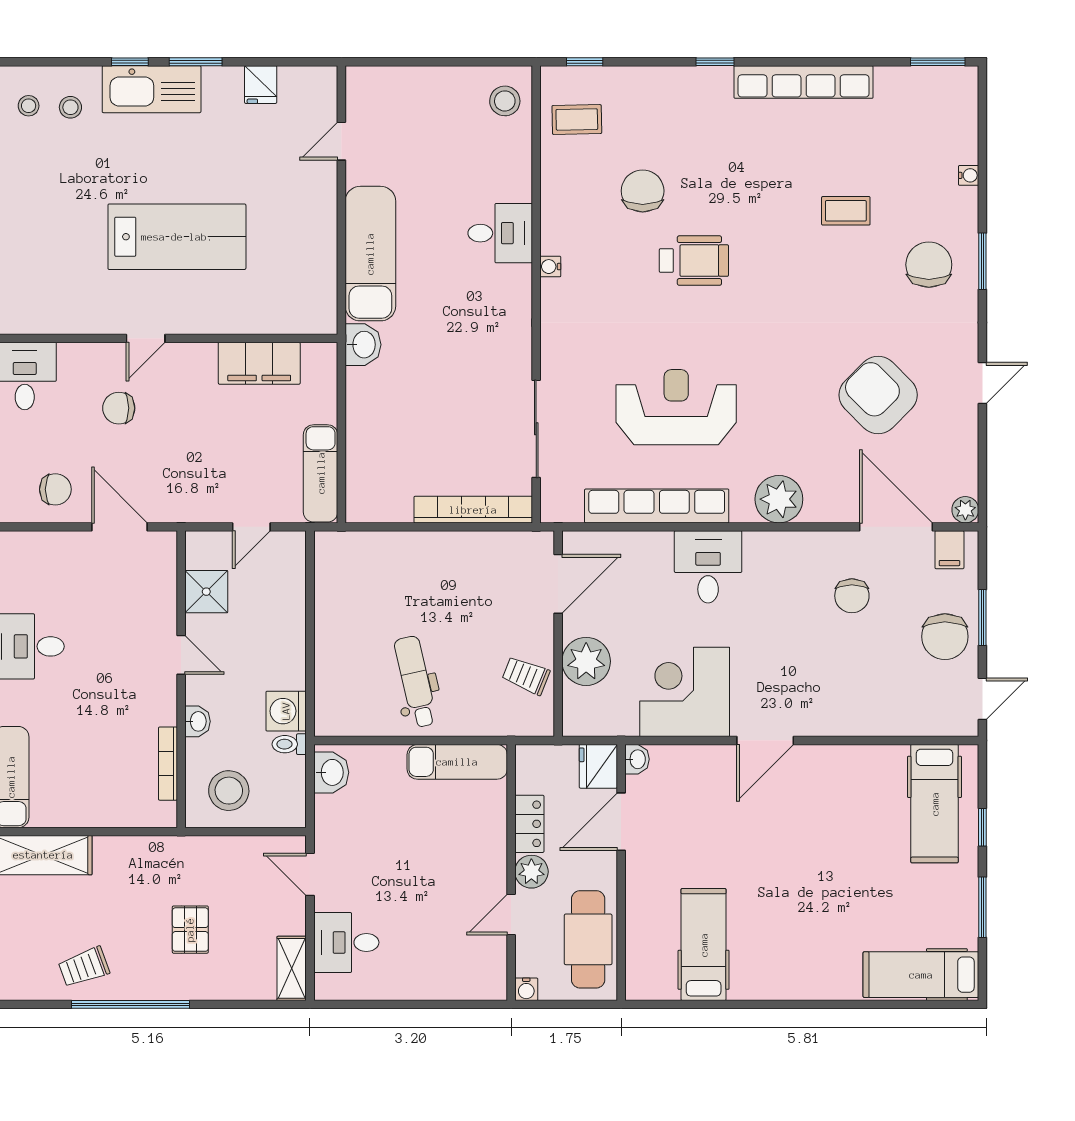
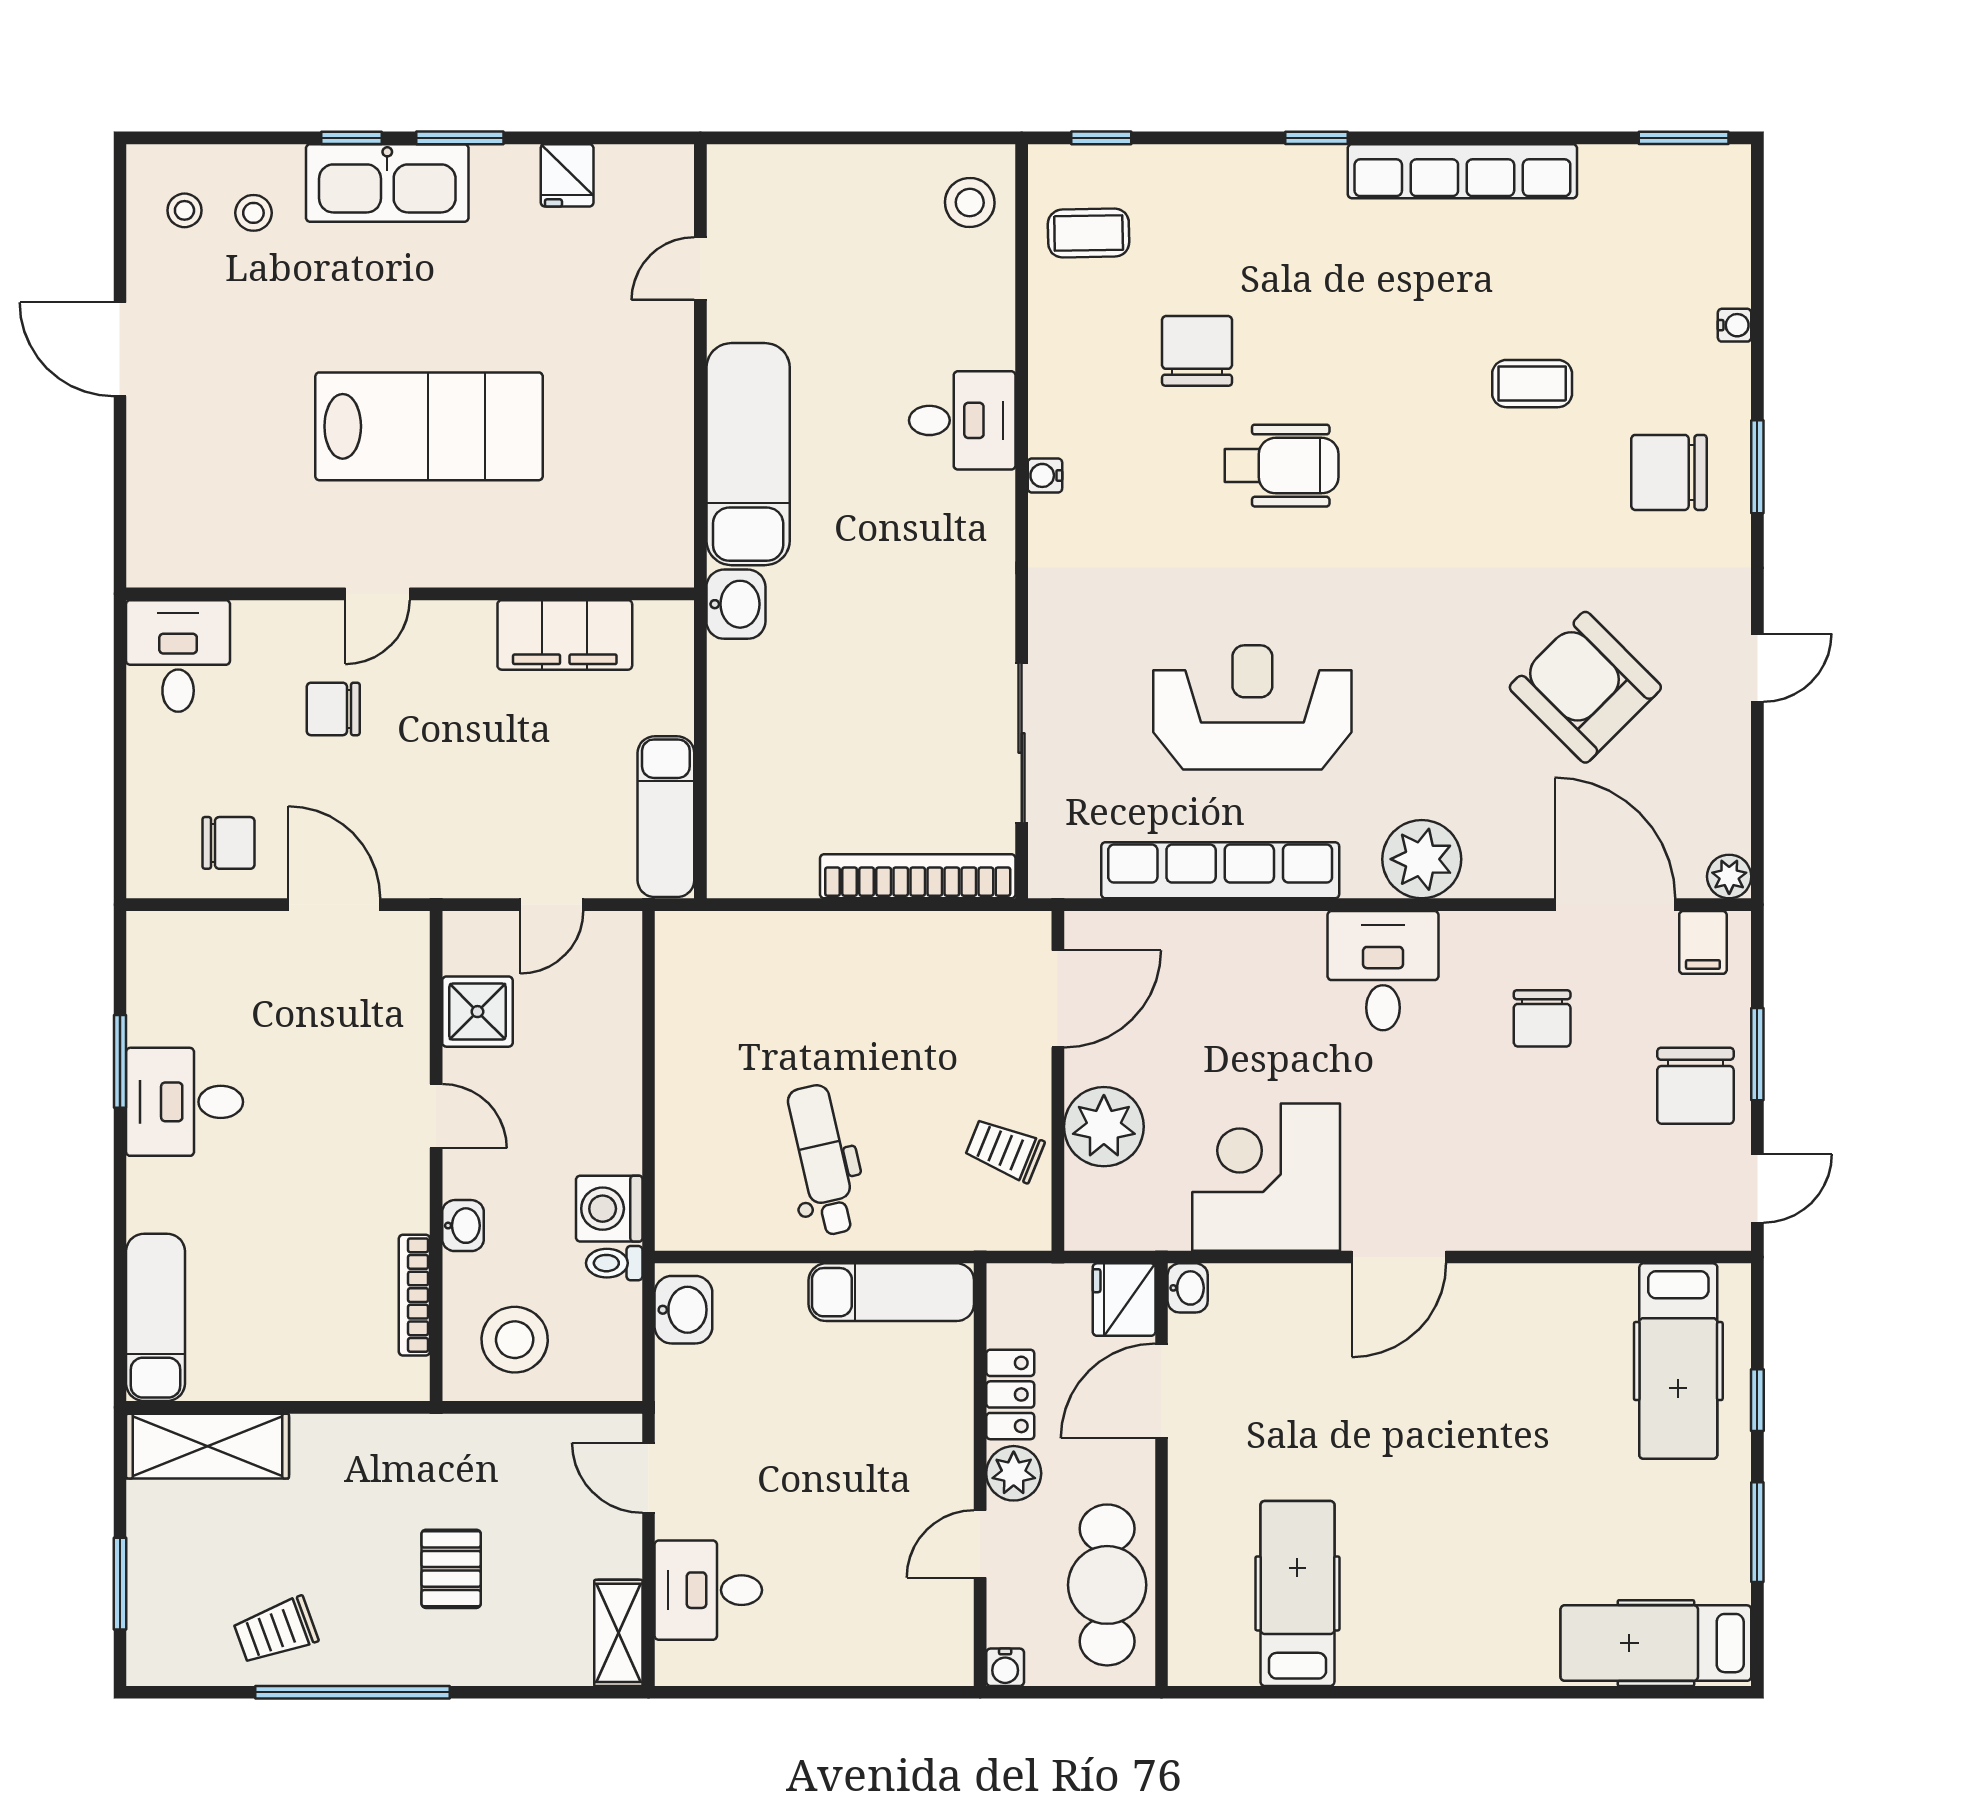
chair: (929, 265) -> (1669, 472), turned -90
desk: (708, 567) -> (1383, 971), moved

